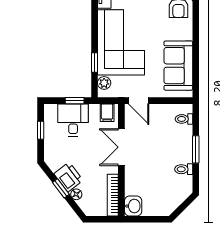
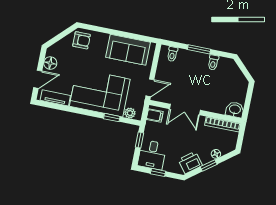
desk: (73, 120) -> (152, 155), moved, turned -90
printer: (68, 177) -> (190, 163), moved

